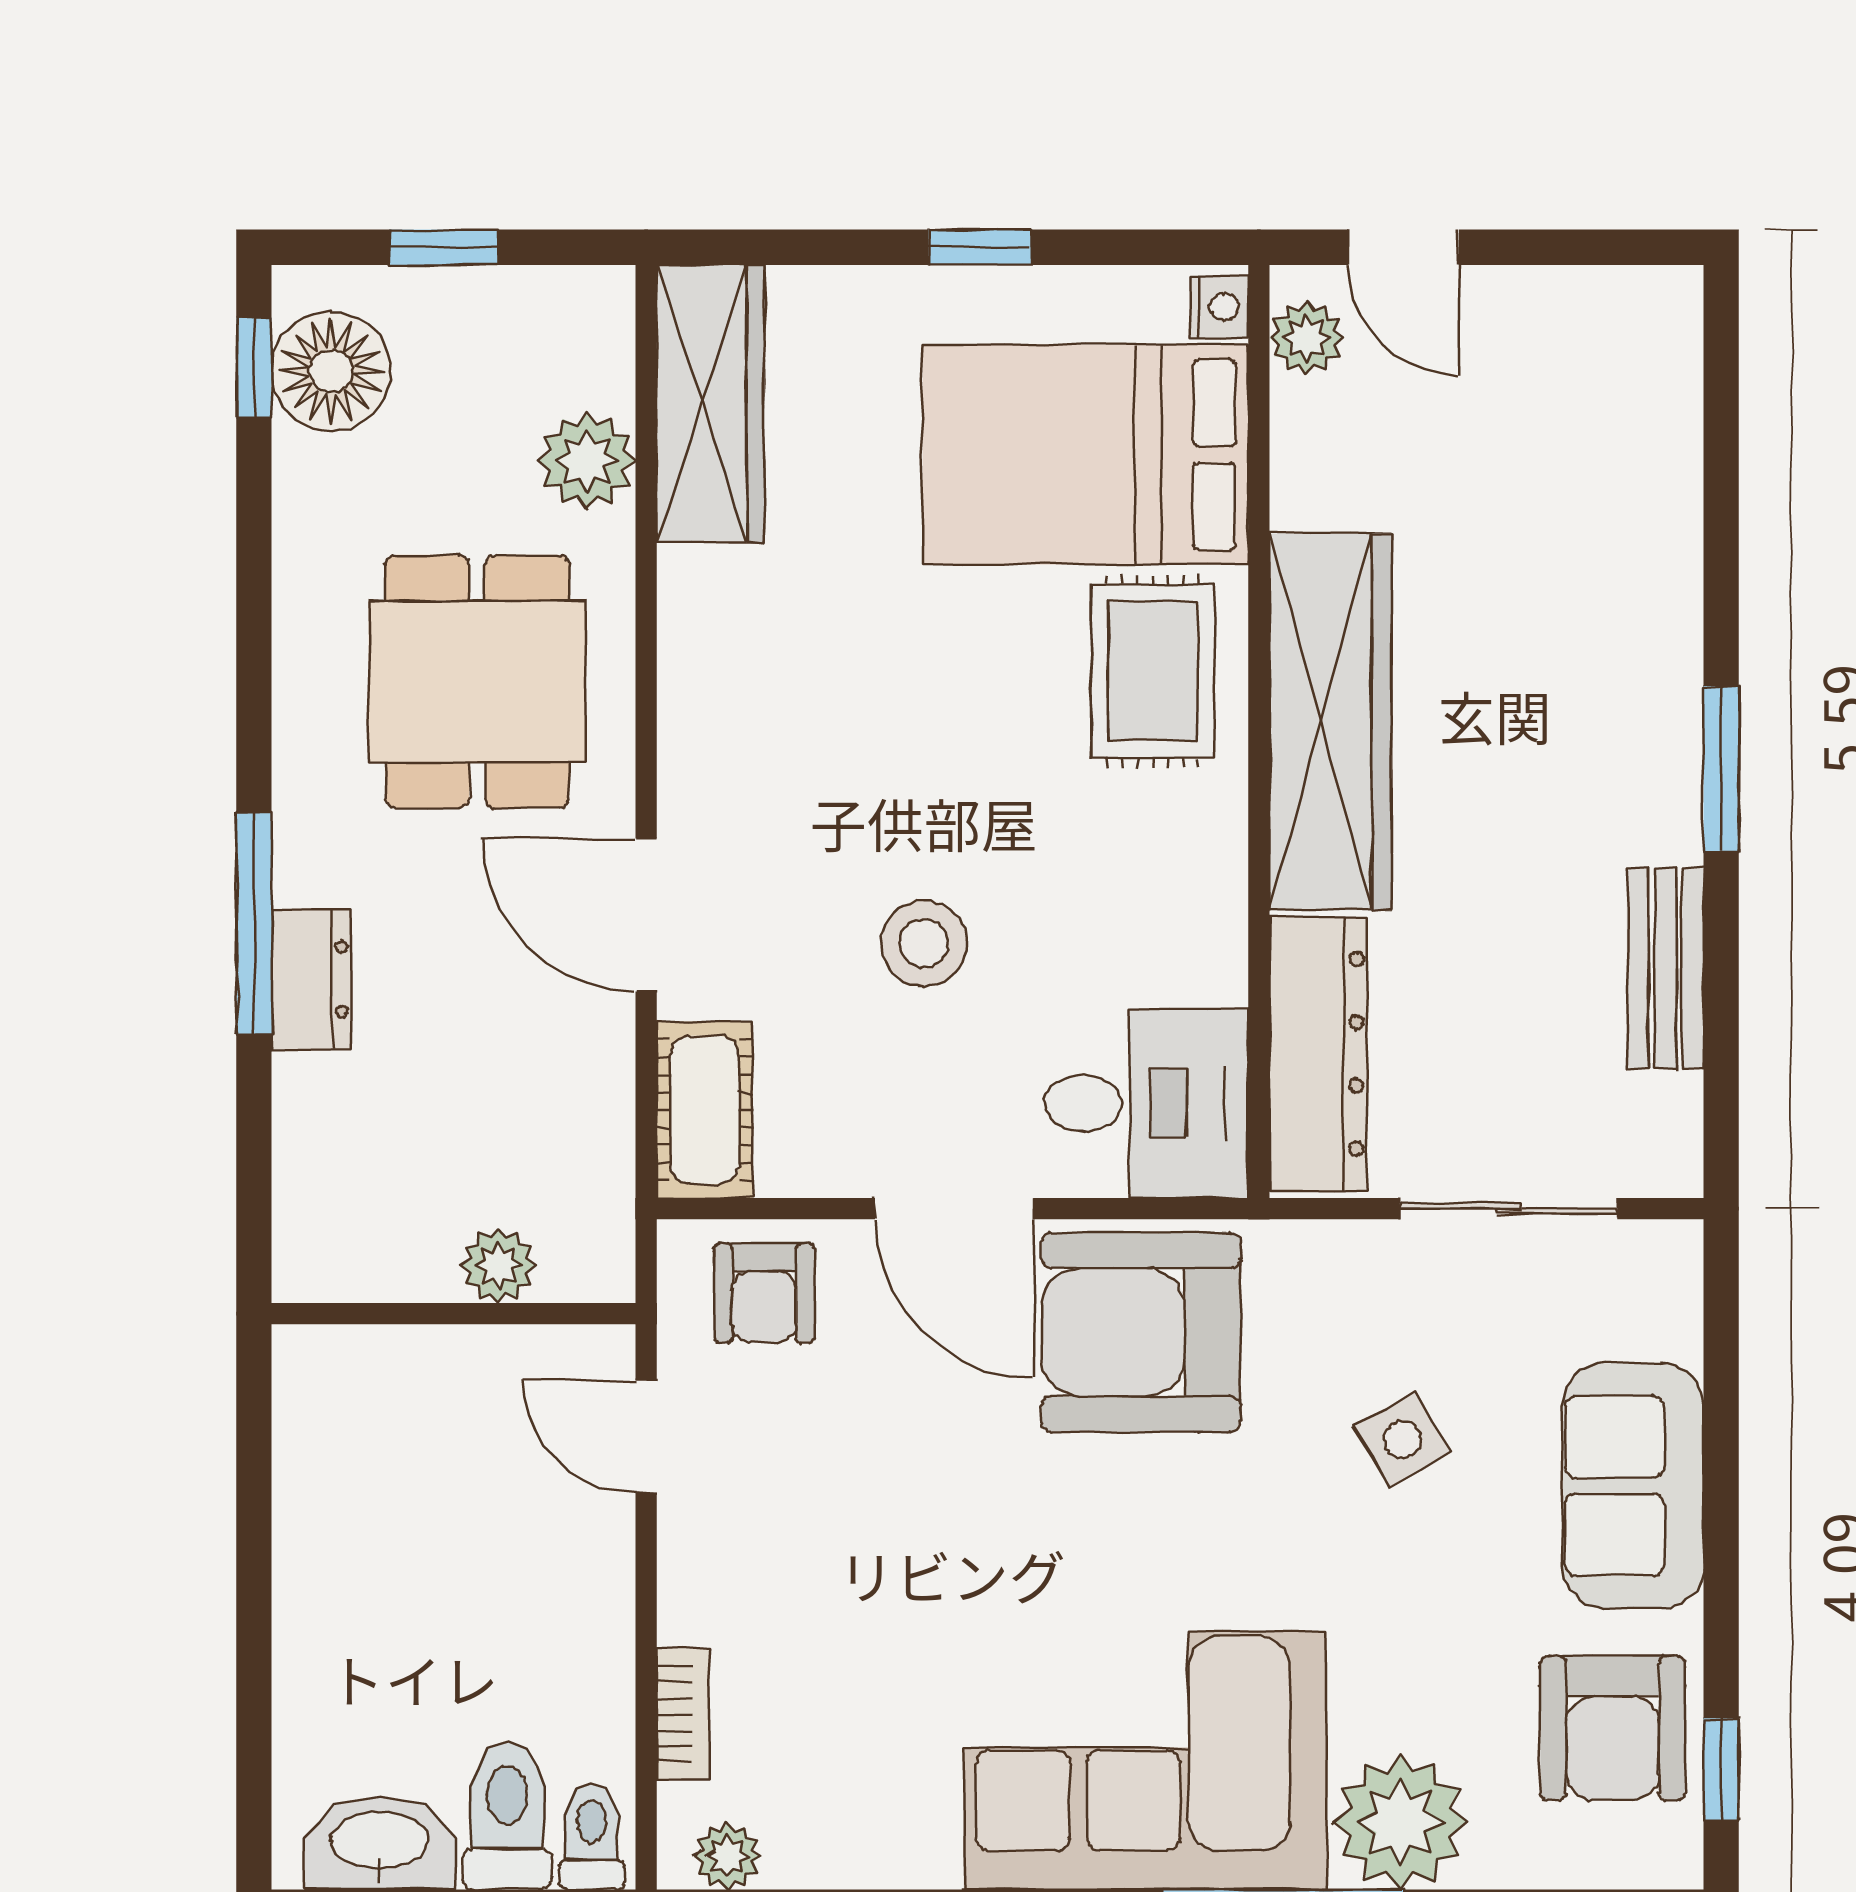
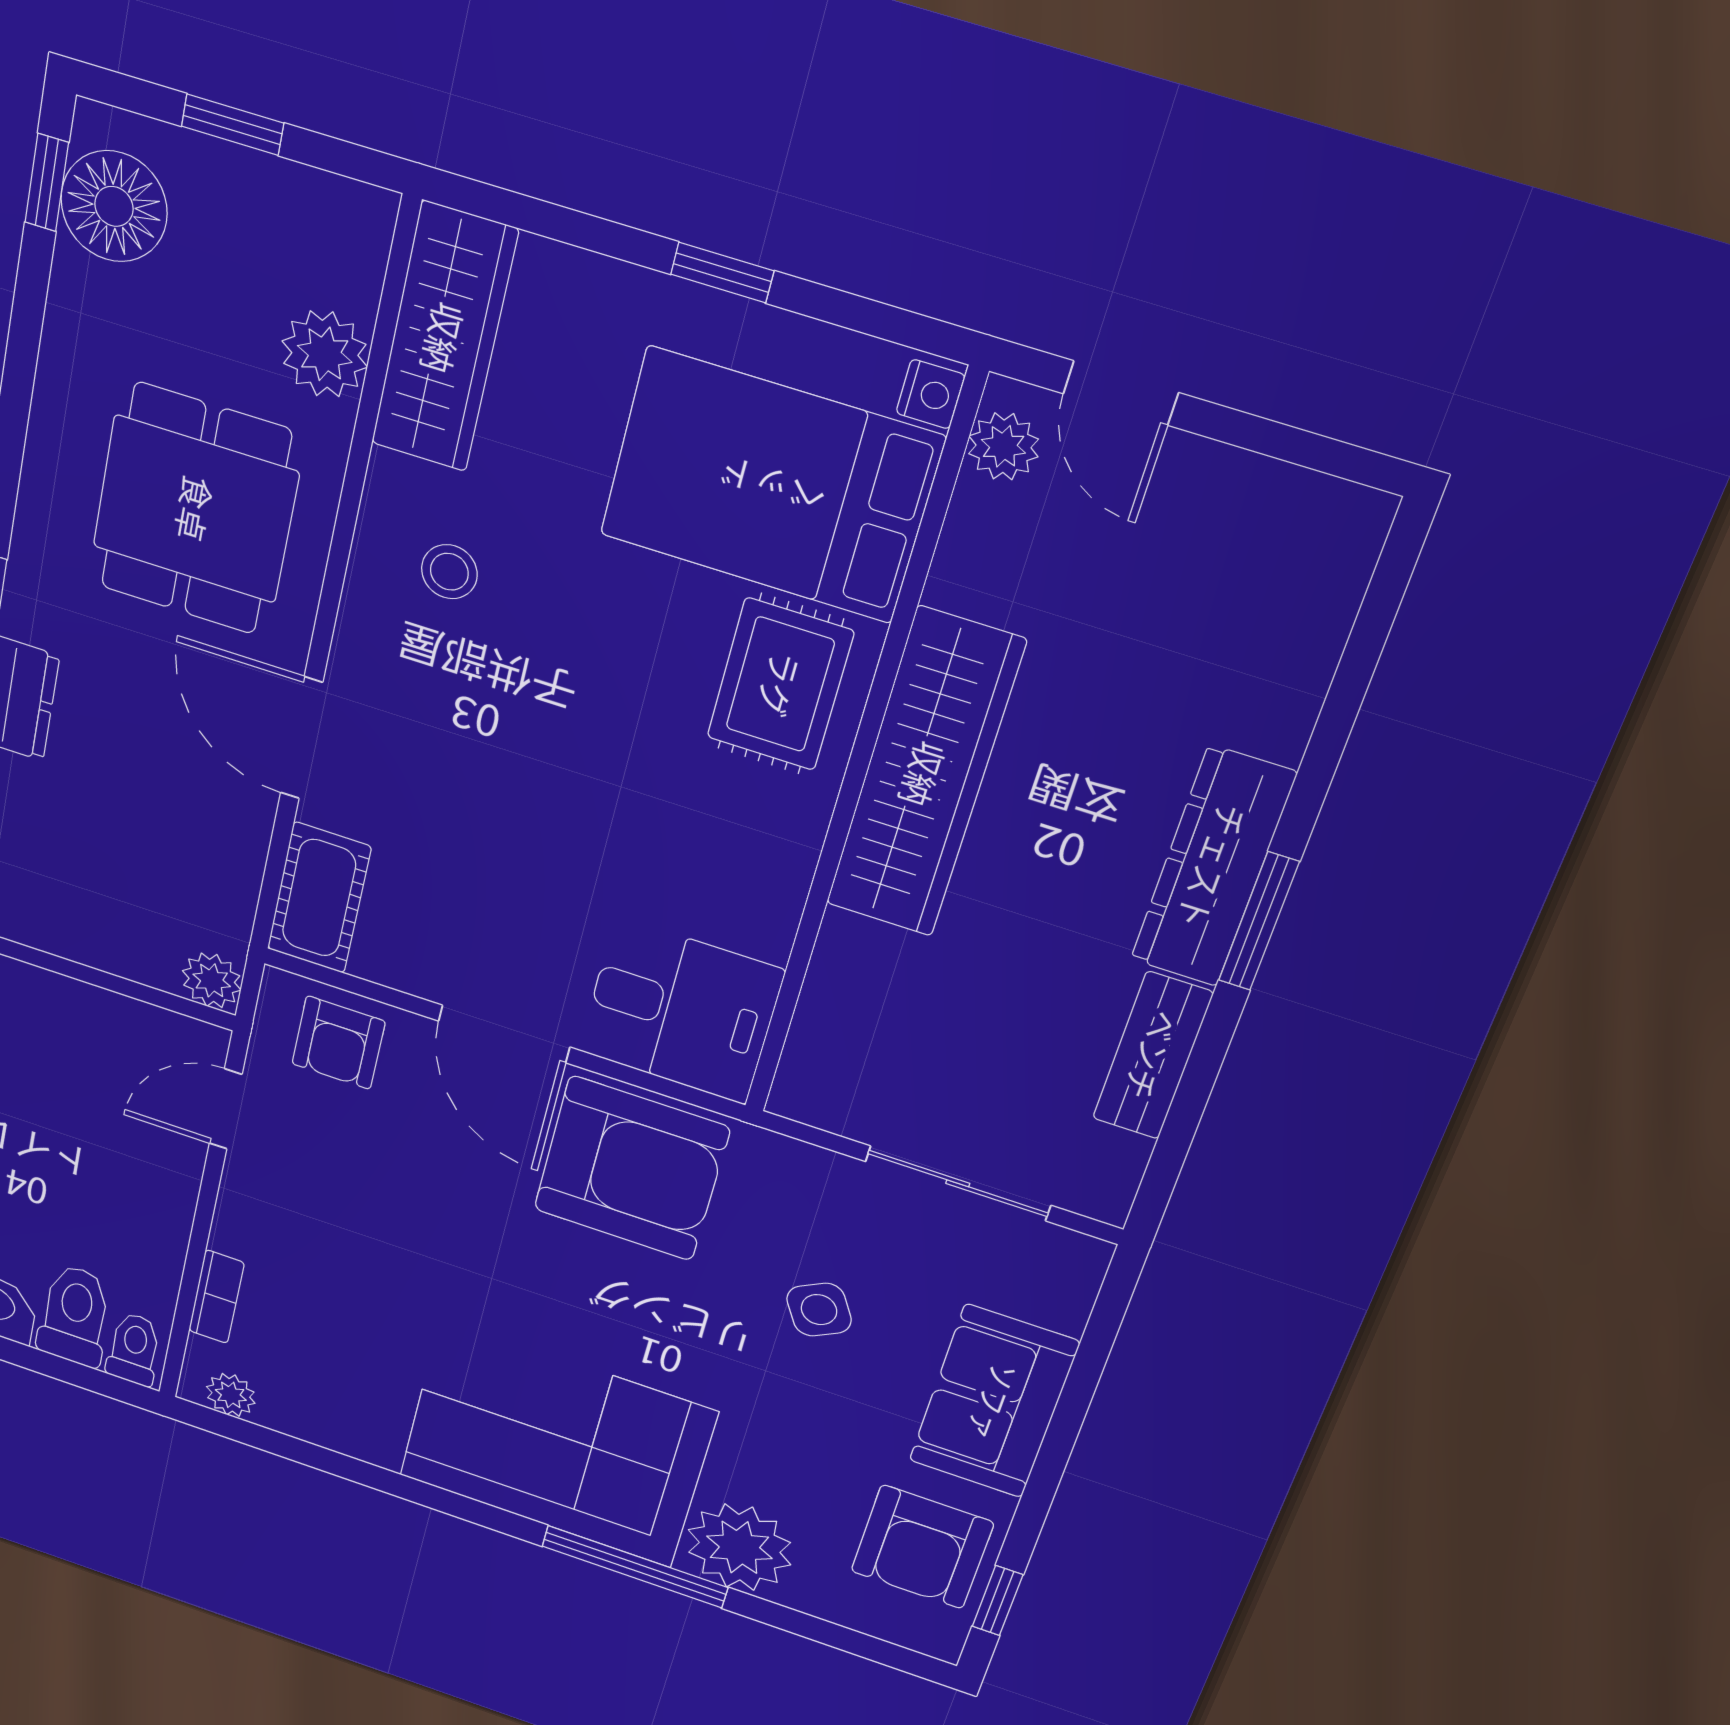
stool: (924, 943) -> (449, 572), moved, width x0.73, depth x0.73
dresser: (1318, 1054) -> (1213, 867), moved, turned 180
plant: (498, 1266) -> (212, 980), moved
armchair: (1141, 1332) -> (631, 1169), turned 180
door: (646, 1436) -> (226, 1109), hinge flipped

